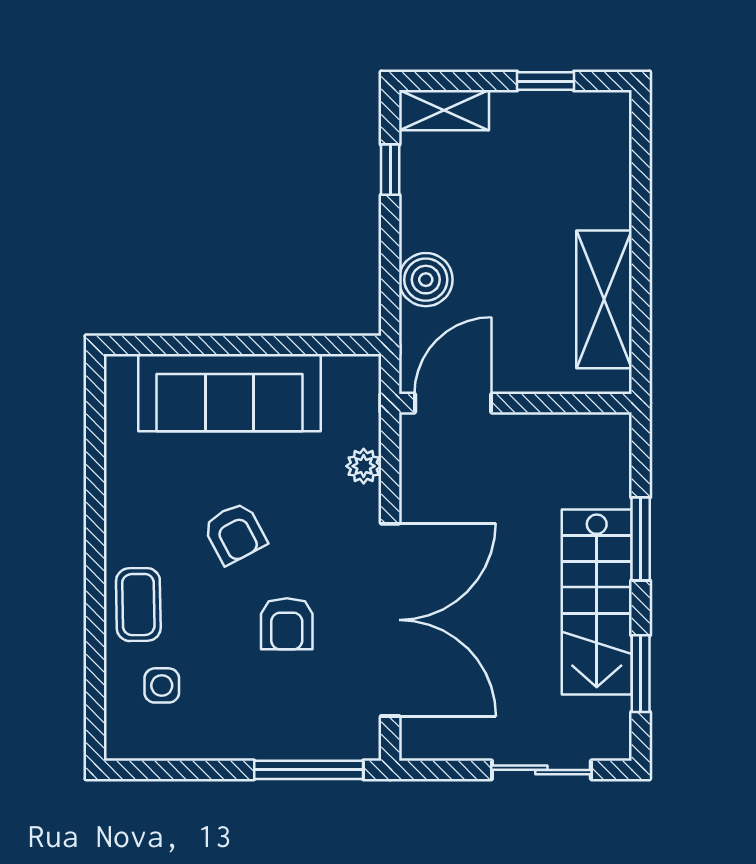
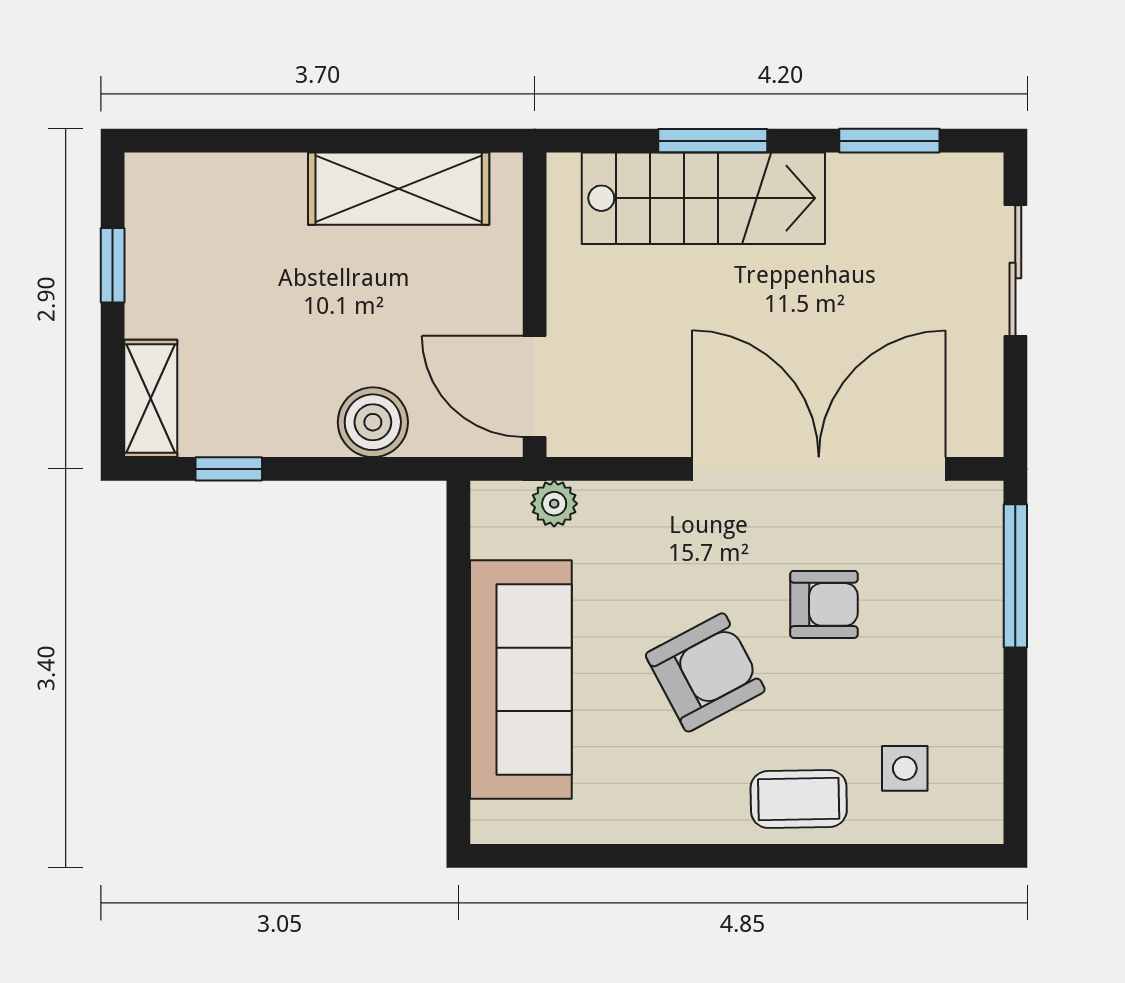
plant: (364, 466) -> (554, 504), moved
armchair: (235, 533) -> (705, 672), width x1.38, depth x1.38
stairs: (597, 602) -> (703, 198), moved

